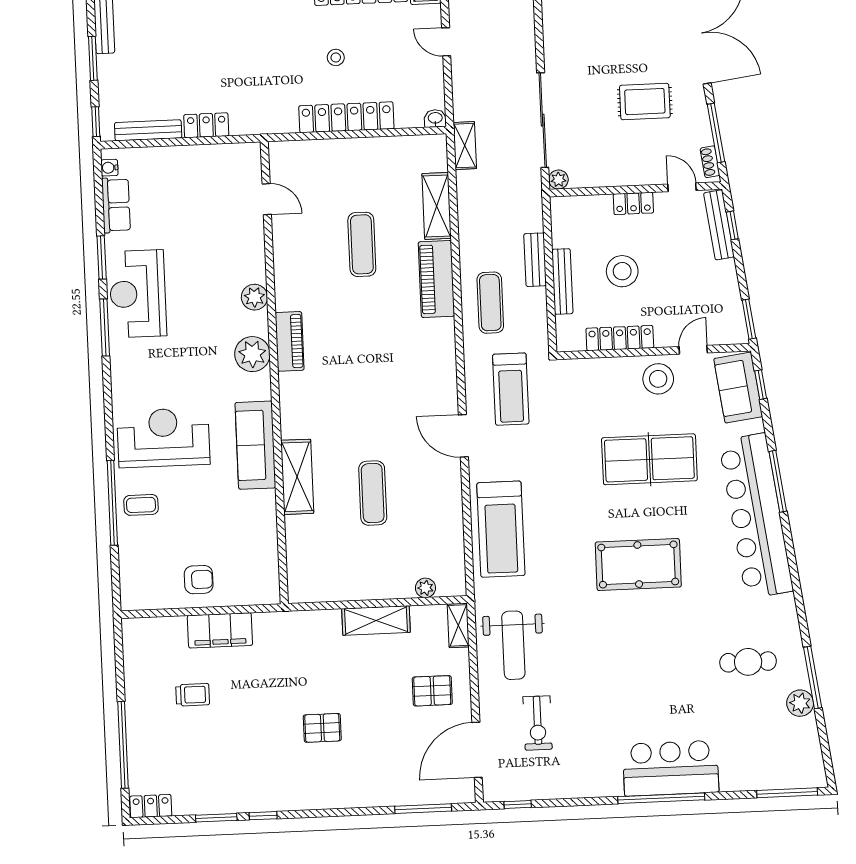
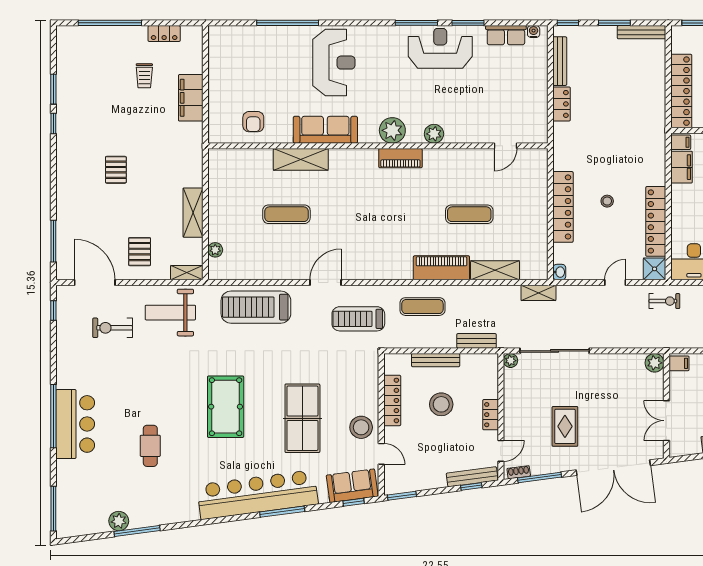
bench: (535, 260) -> (477, 341), moved
coffee table: (141, 505) -> (285, 44), removed
armchair: (199, 580) -> (253, 122), moved
cafe table: (748, 662) -> (150, 446), moved
locker: (151, 806) -> (164, 34), moved, turned 90

